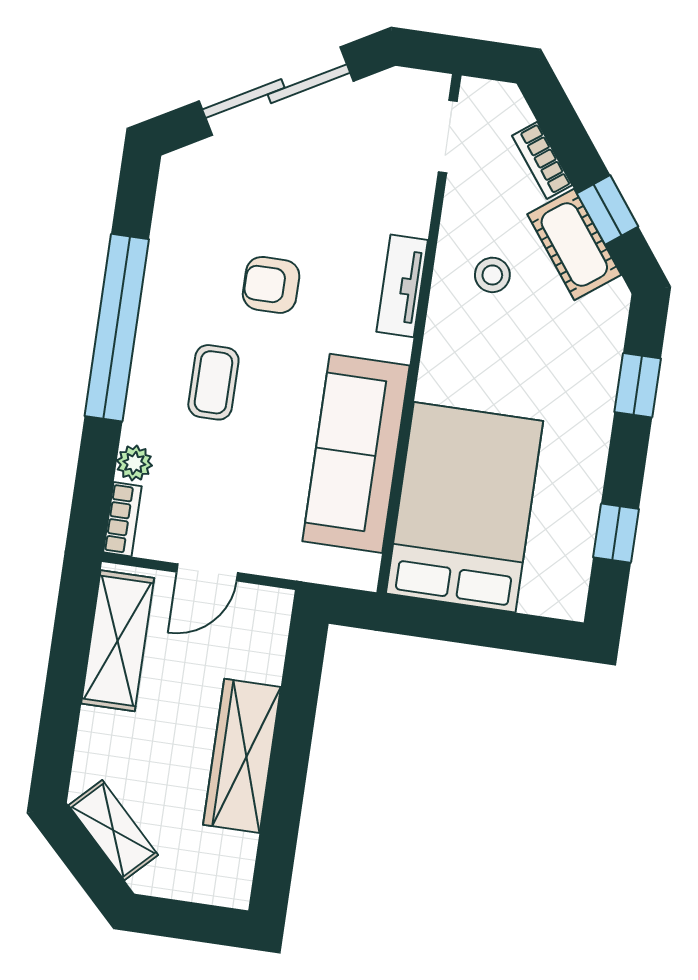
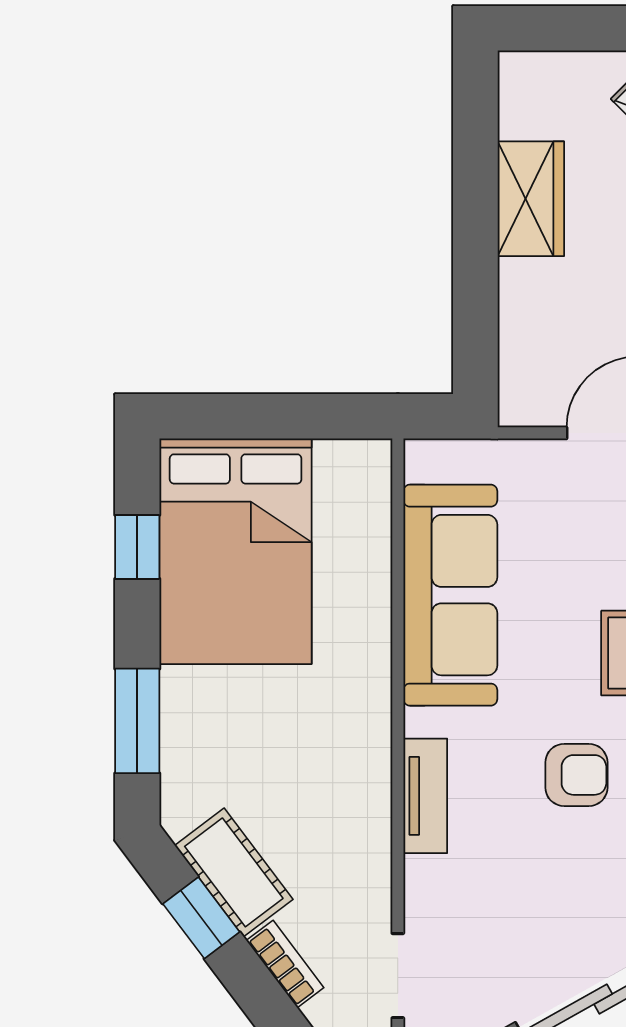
stool: (492, 275) -> (323, 824), removed
window: (638, 385) -> (137, 721), width x1.50
bed: (465, 507) -> (236, 551), moved
wardrobe: (242, 756) -> (531, 199), width x0.67

